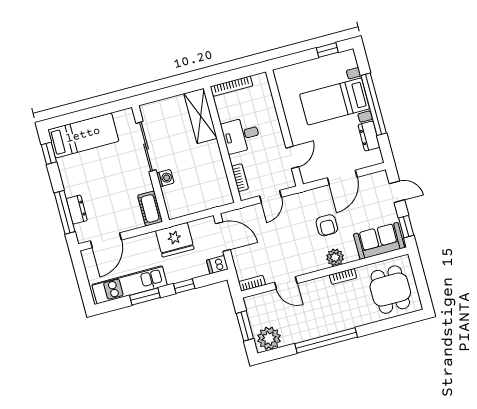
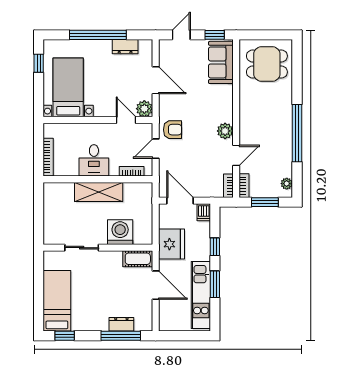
bed with nightstands: (335, 101) -> (68, 87), moved, turned 180
shelving: (200, 116) -> (99, 192), moved
sliding door: (146, 146) -> (82, 248), width x0.73
plant: (309, 174) -> (144, 109), added
washing machine: (165, 178) -> (120, 232), width x1.89, depth x1.89
door: (271, 197) -> (156, 149), swing flipped
armchair: (327, 225) -> (172, 130), moved
door: (223, 237) -> (180, 201), hinge flipped
door: (106, 240) -> (156, 285), moved
plant: (335, 257) -> (225, 131), moved
bookcase: (343, 276) -> (244, 186), moved
plant: (269, 338) -> (287, 184), width x0.53, depth x0.53

